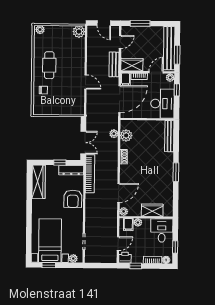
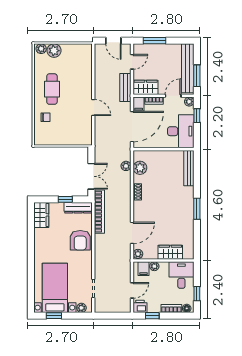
plant: (79, 32) -> (54, 51), moved
wardrobe: (39, 182) -> (41, 215), width x0.67

